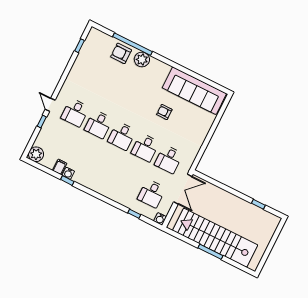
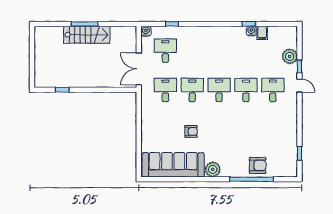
plant: (142, 59) -> (213, 169), moved
plant: (36, 154) -> (290, 56), moved
stairs: (215, 238) -> (87, 35), width x0.54, depth x0.66

